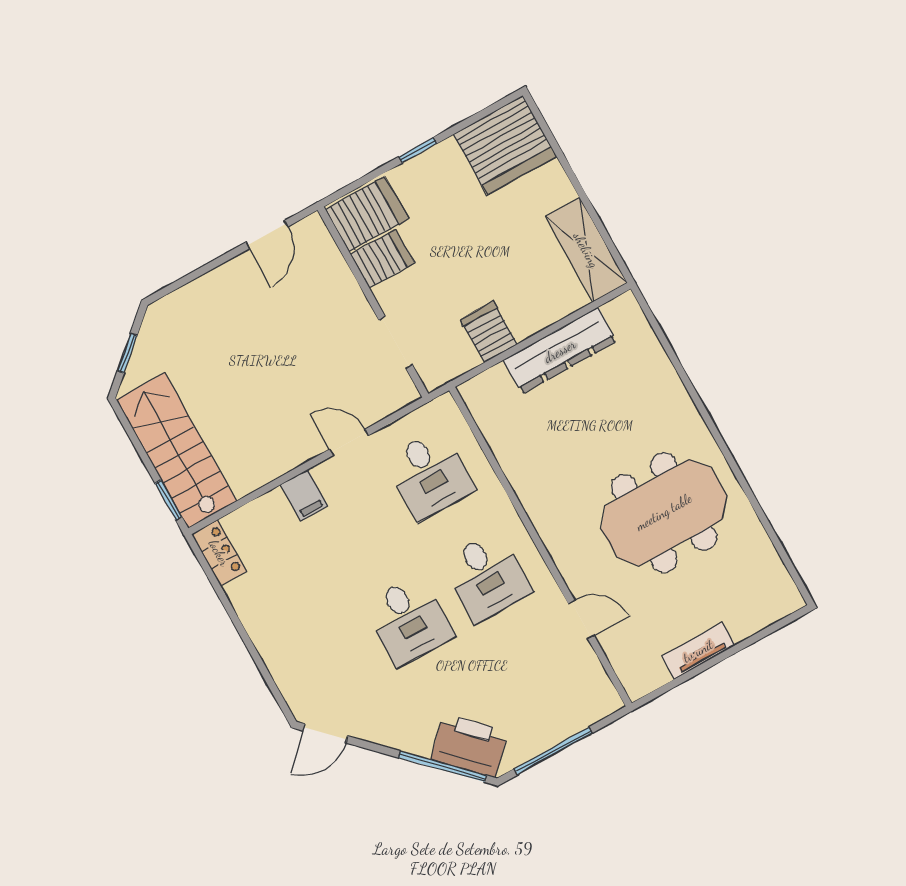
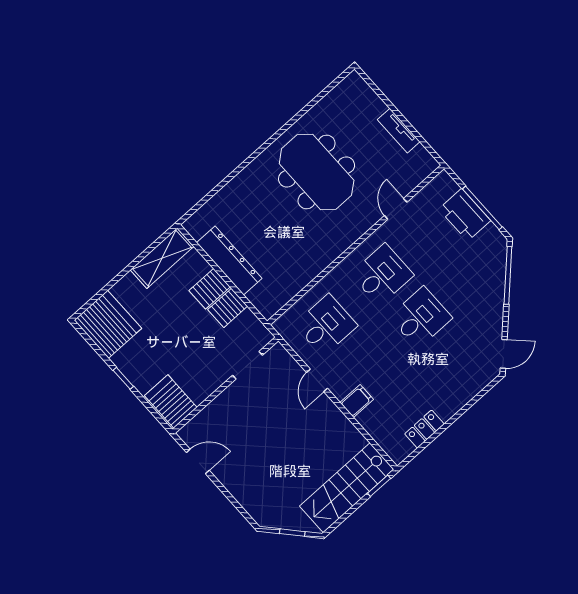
server rack: (382, 259) -> (210, 289), moved, turned -90
locker: (219, 553) -> (424, 429), moved
door: (325, 733) -> (504, 354), hinge flipped
printer: (469, 745) -> (465, 215), moved, turned -45

